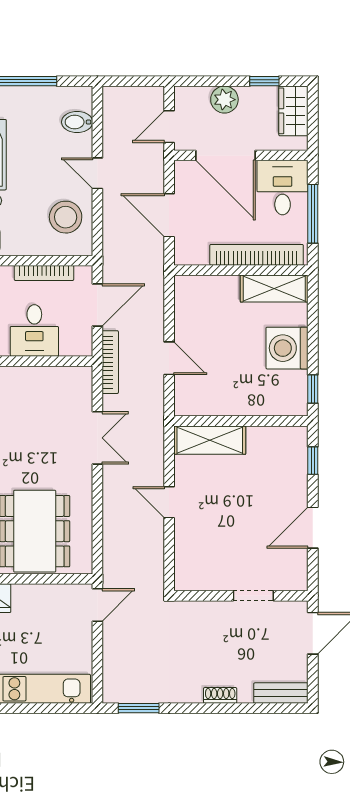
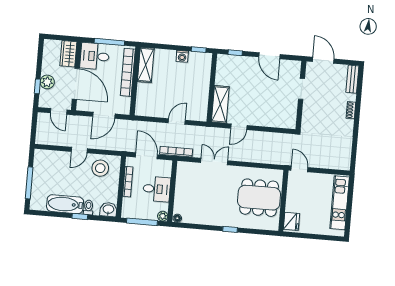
window: (264, 81) -> (37, 86), moved
wardrobe: (293, 111) -> (68, 54), moved, turned 90
bidet: (77, 122) -> (52, 158), removed
door: (225, 155) -> (76, 84), hinge flipped
washing machine: (287, 348) -> (182, 56), width x0.53, depth x0.53
door: (169, 502) -> (239, 127), moved
window: (139, 708) -> (354, 152), removed

